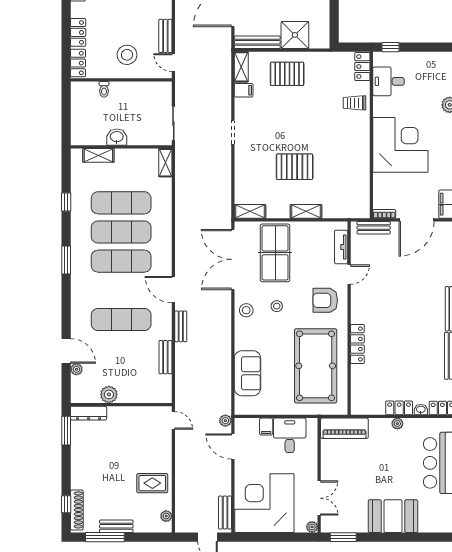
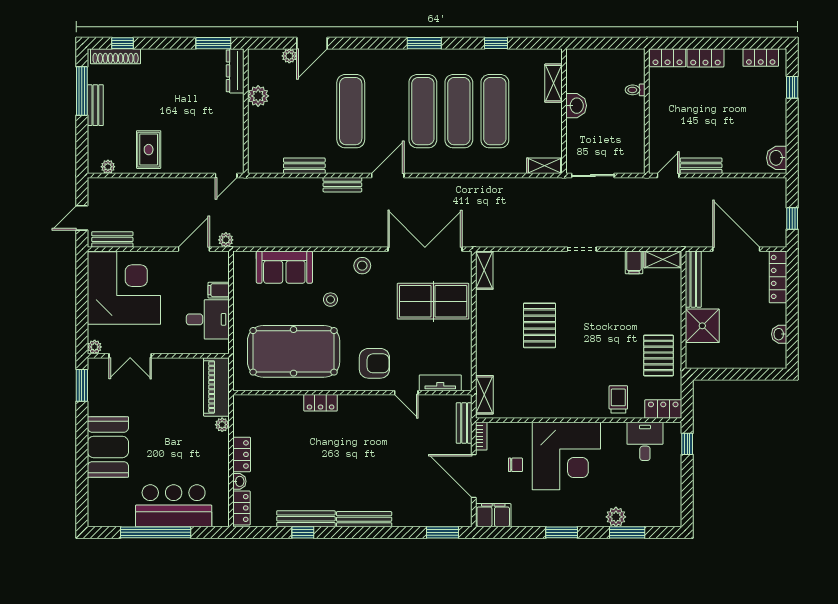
stool: (127, 55) -> (678, 118), removed
pallet: (287, 74) -> (659, 355), moved
chair: (407, 186) -> (515, 465), added
shelving: (306, 211) -> (484, 395), moved
armchair: (325, 300) -> (374, 363), turned 90
stool: (277, 306) -> (331, 300), moved
locker: (357, 344) -> (321, 403), width x0.66
plant: (397, 424) -> (222, 425), moved

